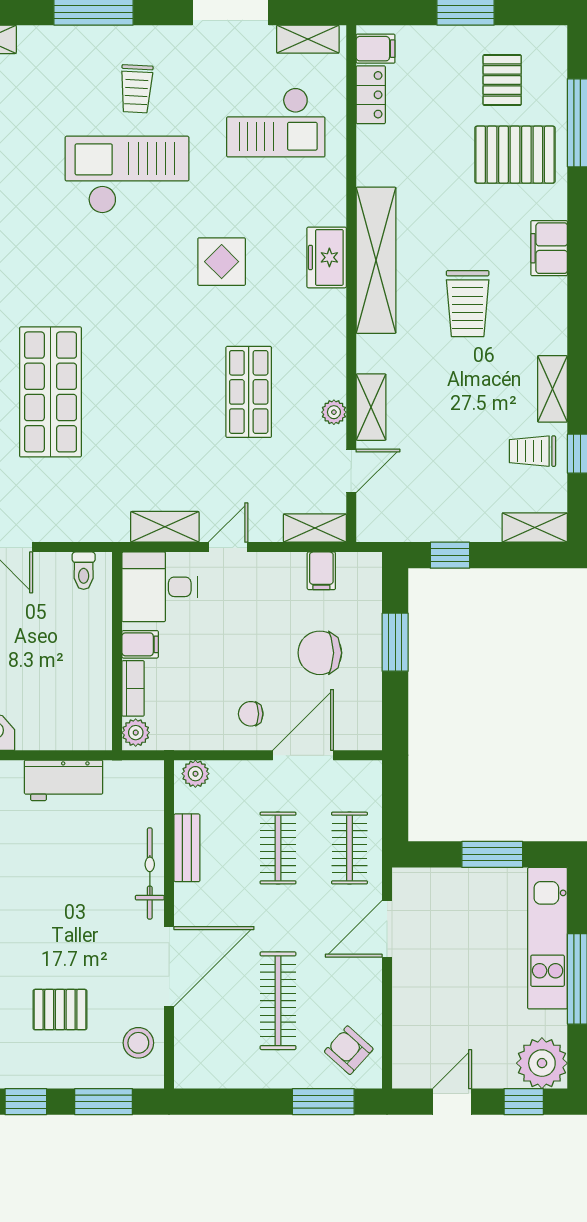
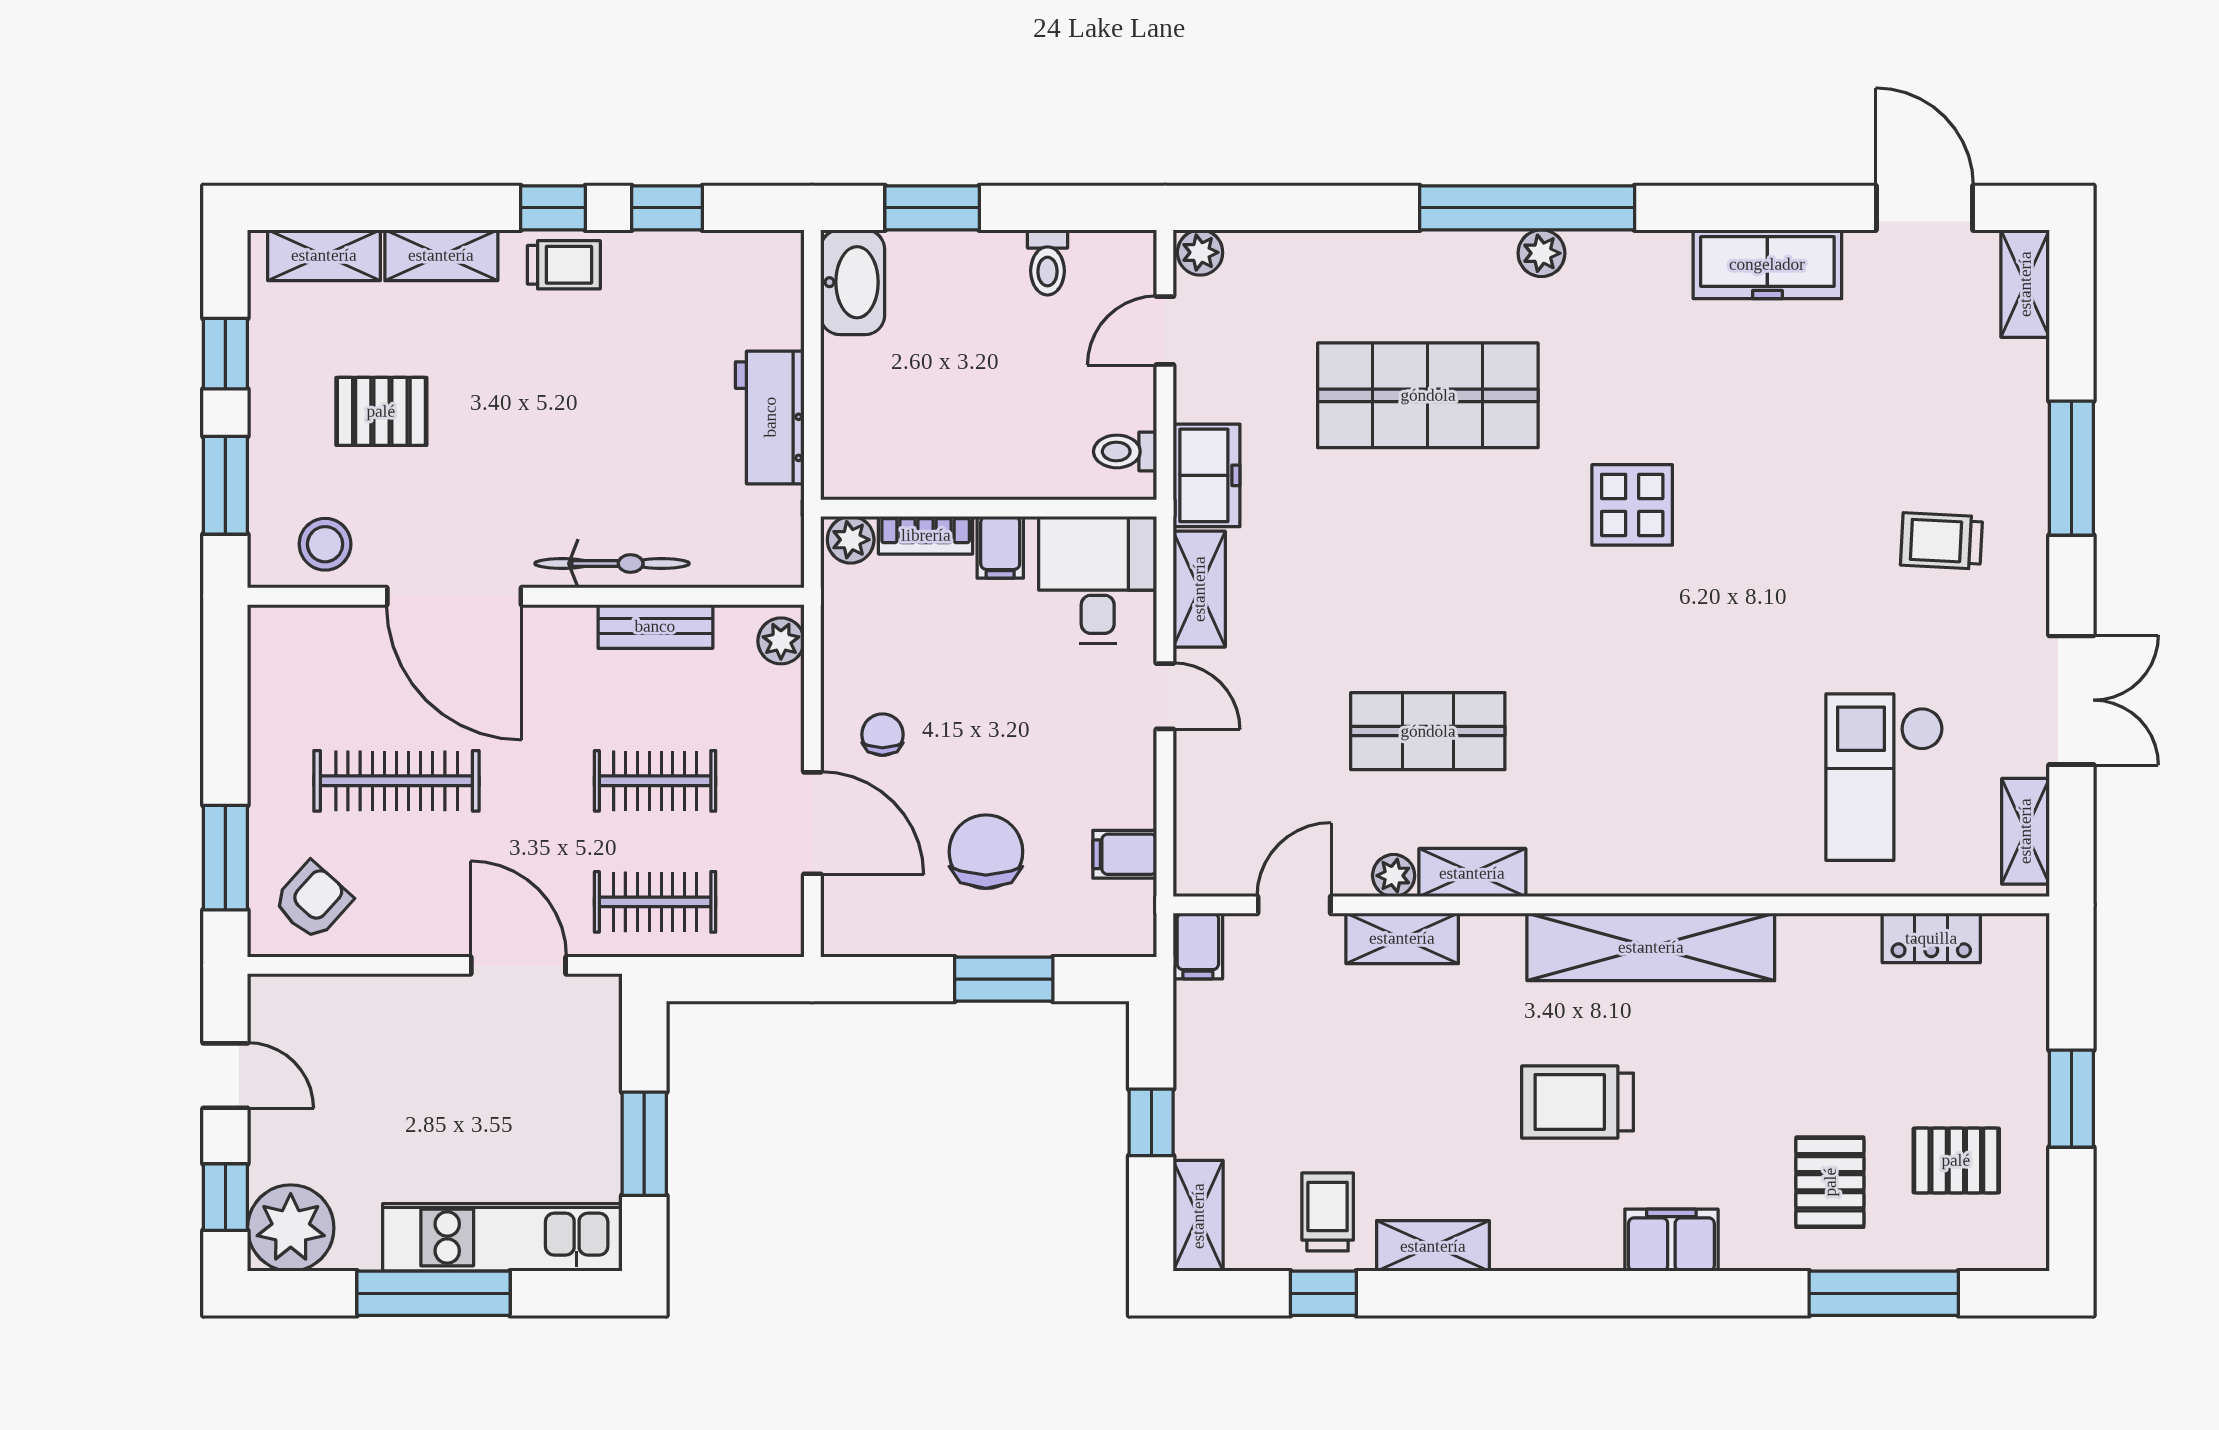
filing cabinet: (376, 49) -> (1198, 946), moved
pallet: (515, 155) -> (1830, 1182), width x0.67, depth x0.71
checkout: (127, 175) -> (1796, 525), removed
freezer: (327, 257) -> (1207, 475), moved, turned 90
display table: (222, 262) -> (1632, 505), moved
door: (351, 471) -> (1294, 905), swing flipped
shelving: (315, 528) -> (1472, 873), moved, turned 90
window: (450, 555) -> (1151, 1122), moved
pallet: (60, 1010) -> (381, 411), turned 90

